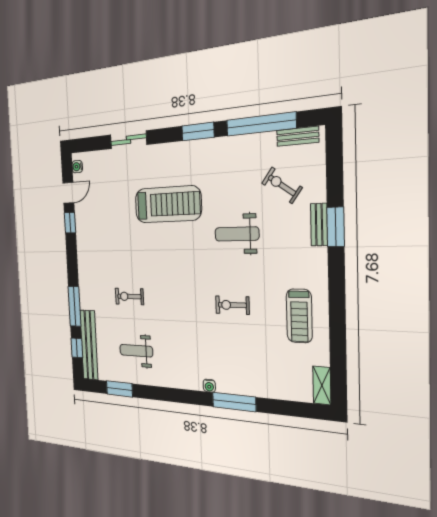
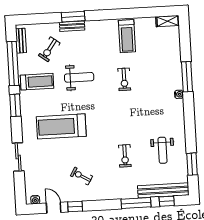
treadmill: (232, 166) -> (37, 82), added
treadmill: (168, 204) -> (61, 126), turned -90
exercise bike: (105, 233) -> (81, 176), added
weight bench: (237, 234) -> (79, 77), turned -90
treadmill: (299, 316) -> (127, 36), turned 90

